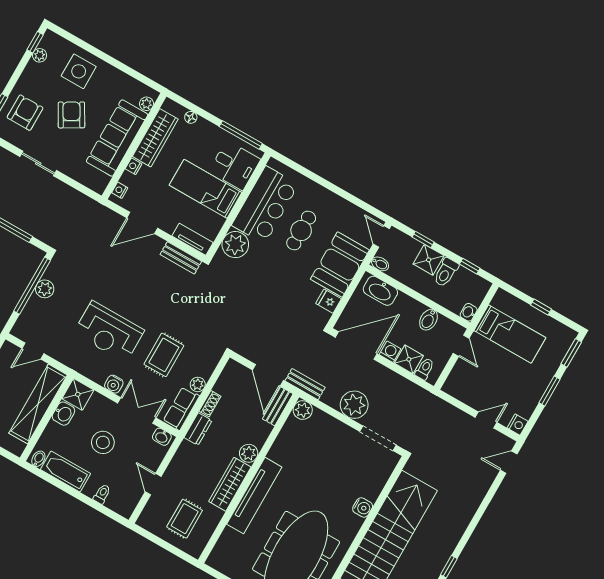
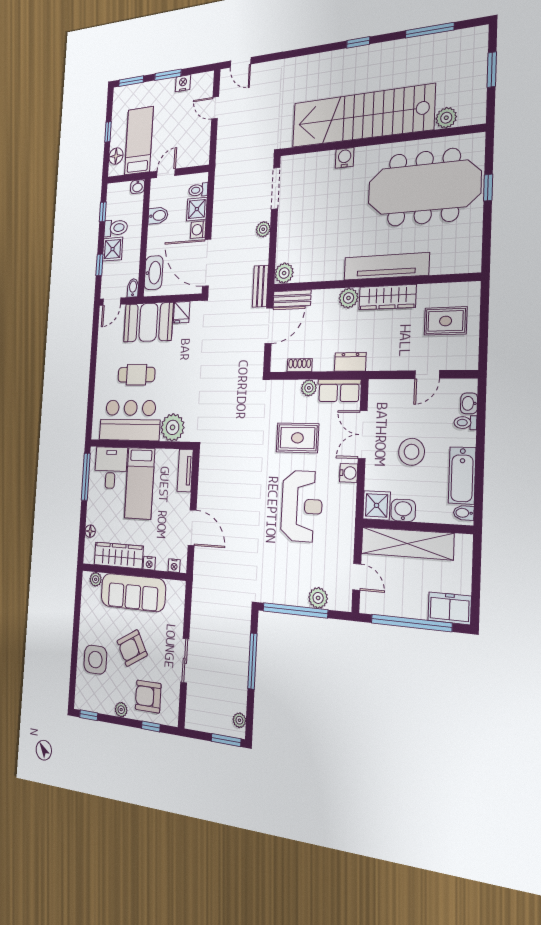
plant: (40, 55) -> (121, 710), moved
bench: (181, 258) -> (205, 472), removed
plant: (45, 289) -> (318, 598), moved
floor lamp: (512, 304) -> (116, 156), added
shoe rack: (210, 404) -> (300, 365), moved
plant: (354, 405) -> (263, 229), width x0.53, depth x0.53
nightstand: (518, 425) -> (183, 83), moved
washbasin: (162, 437) -> (469, 403), moved, turned 180

